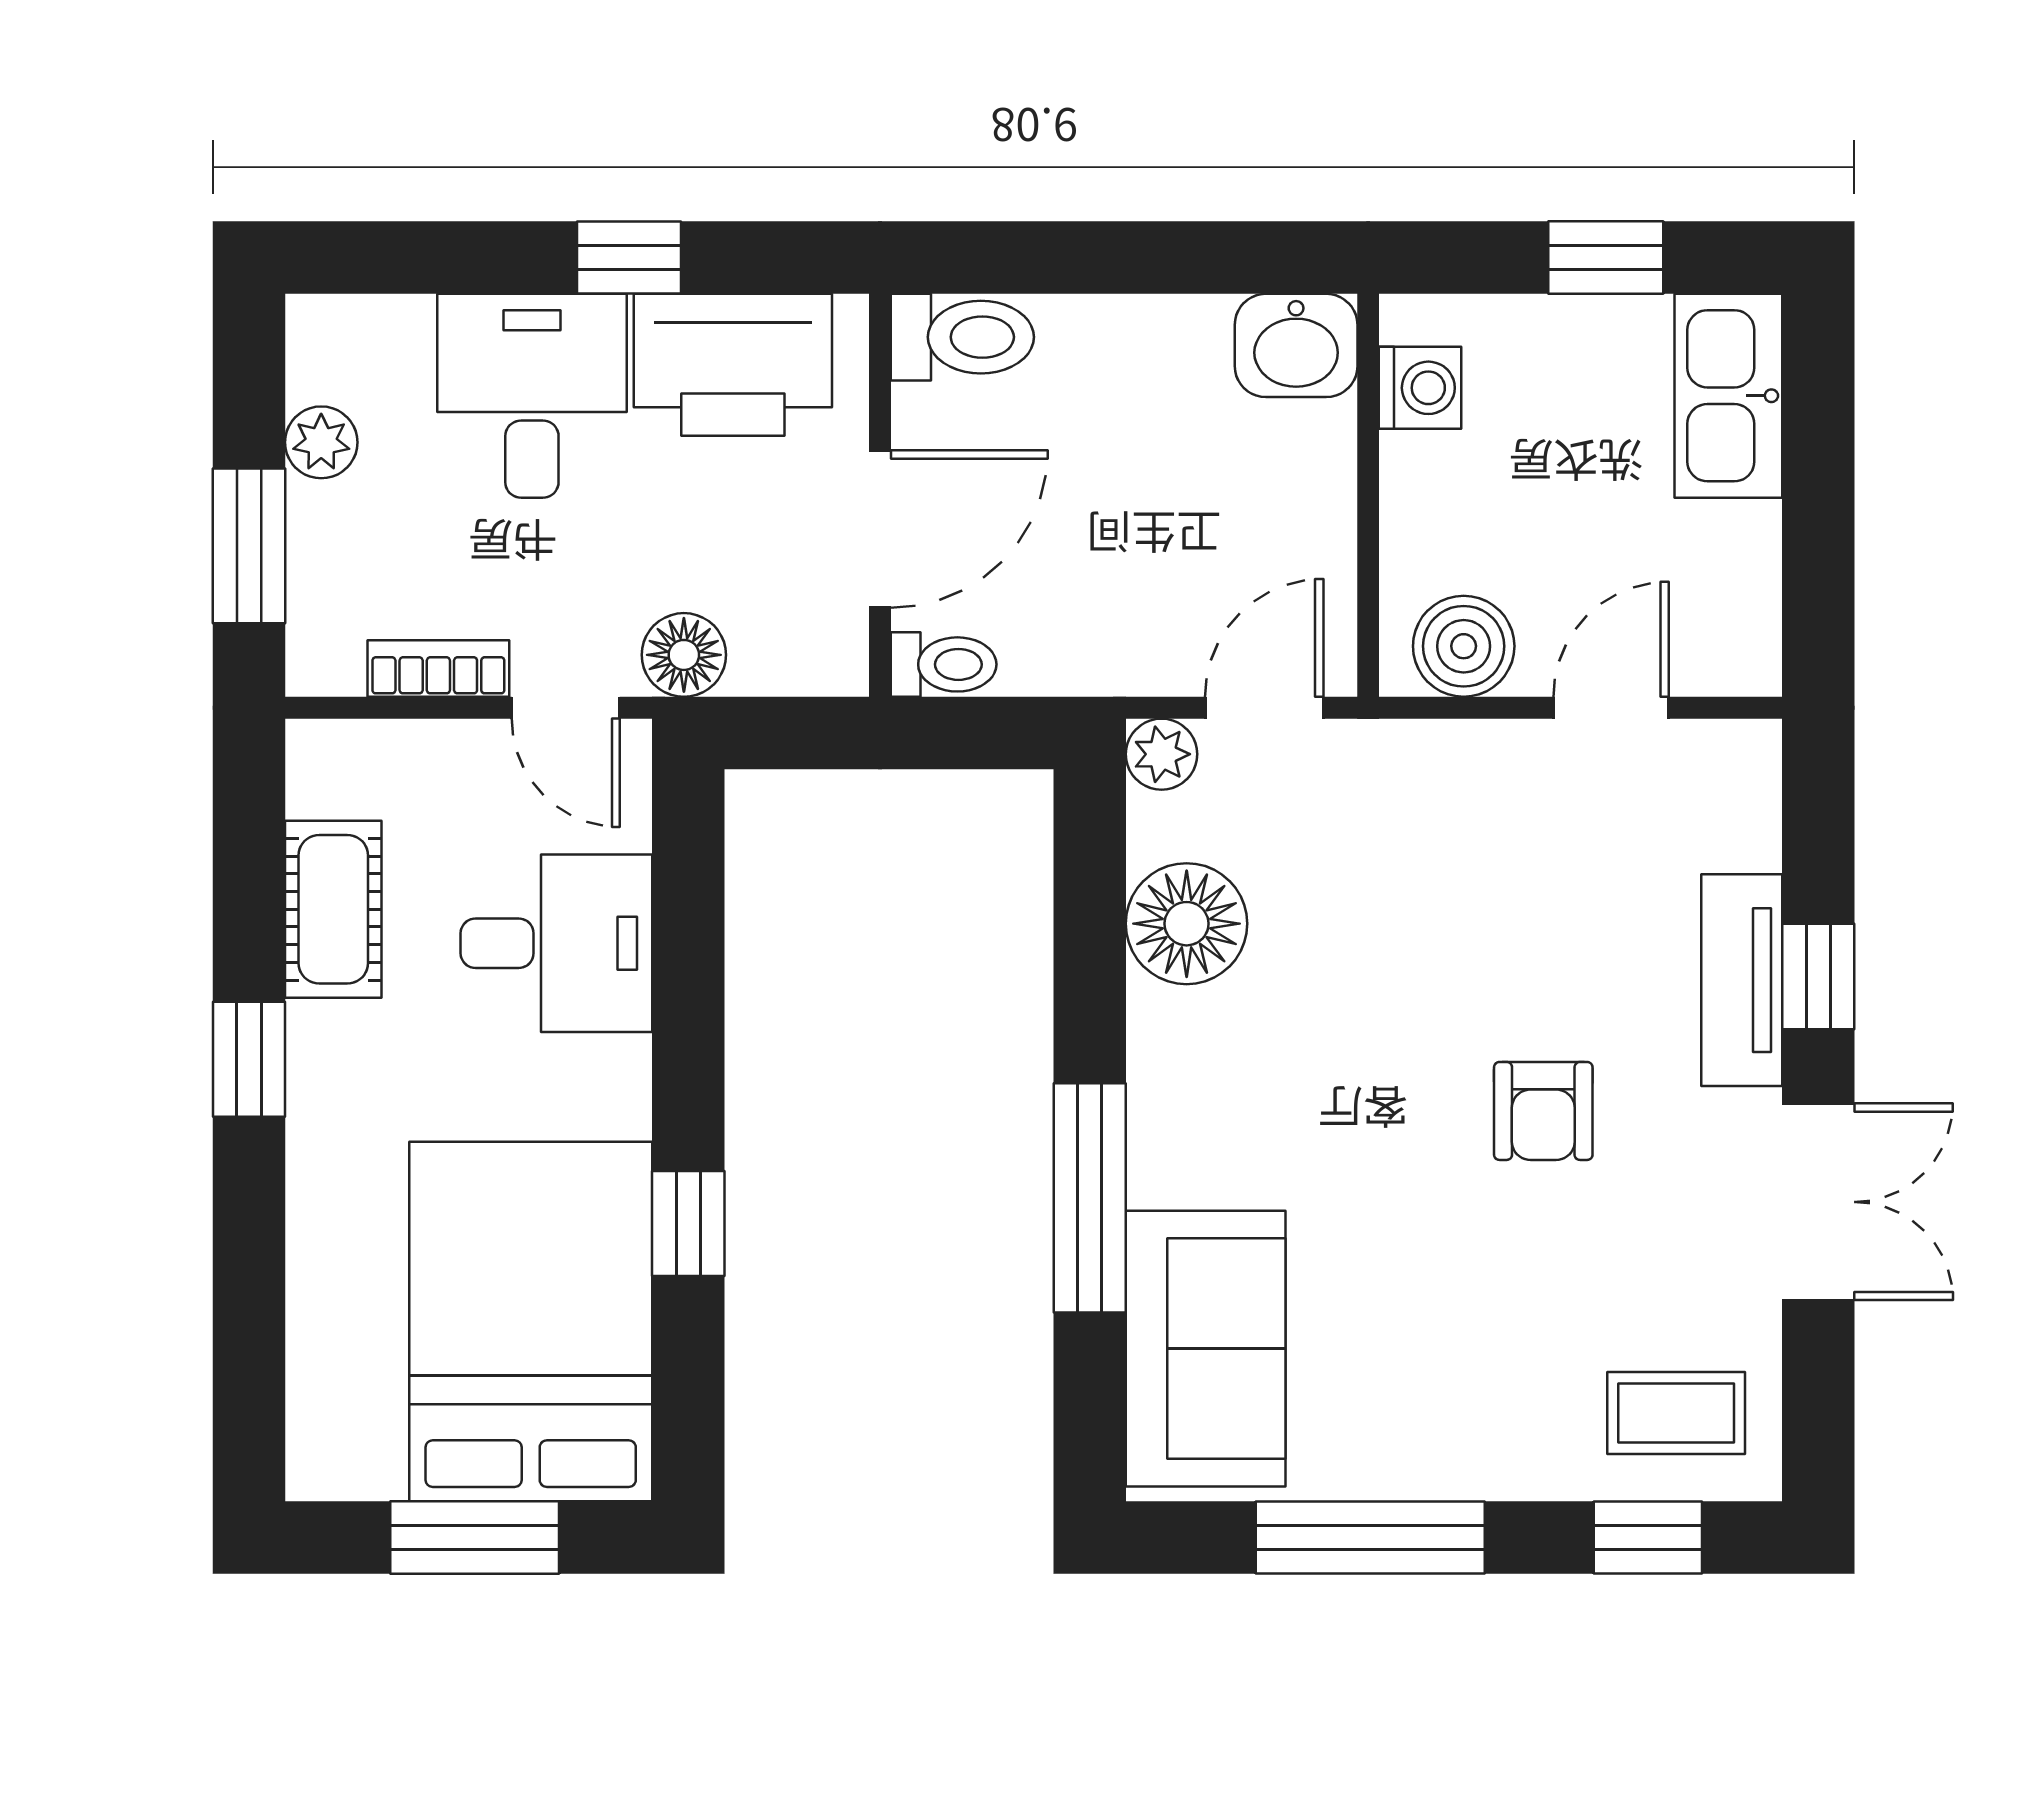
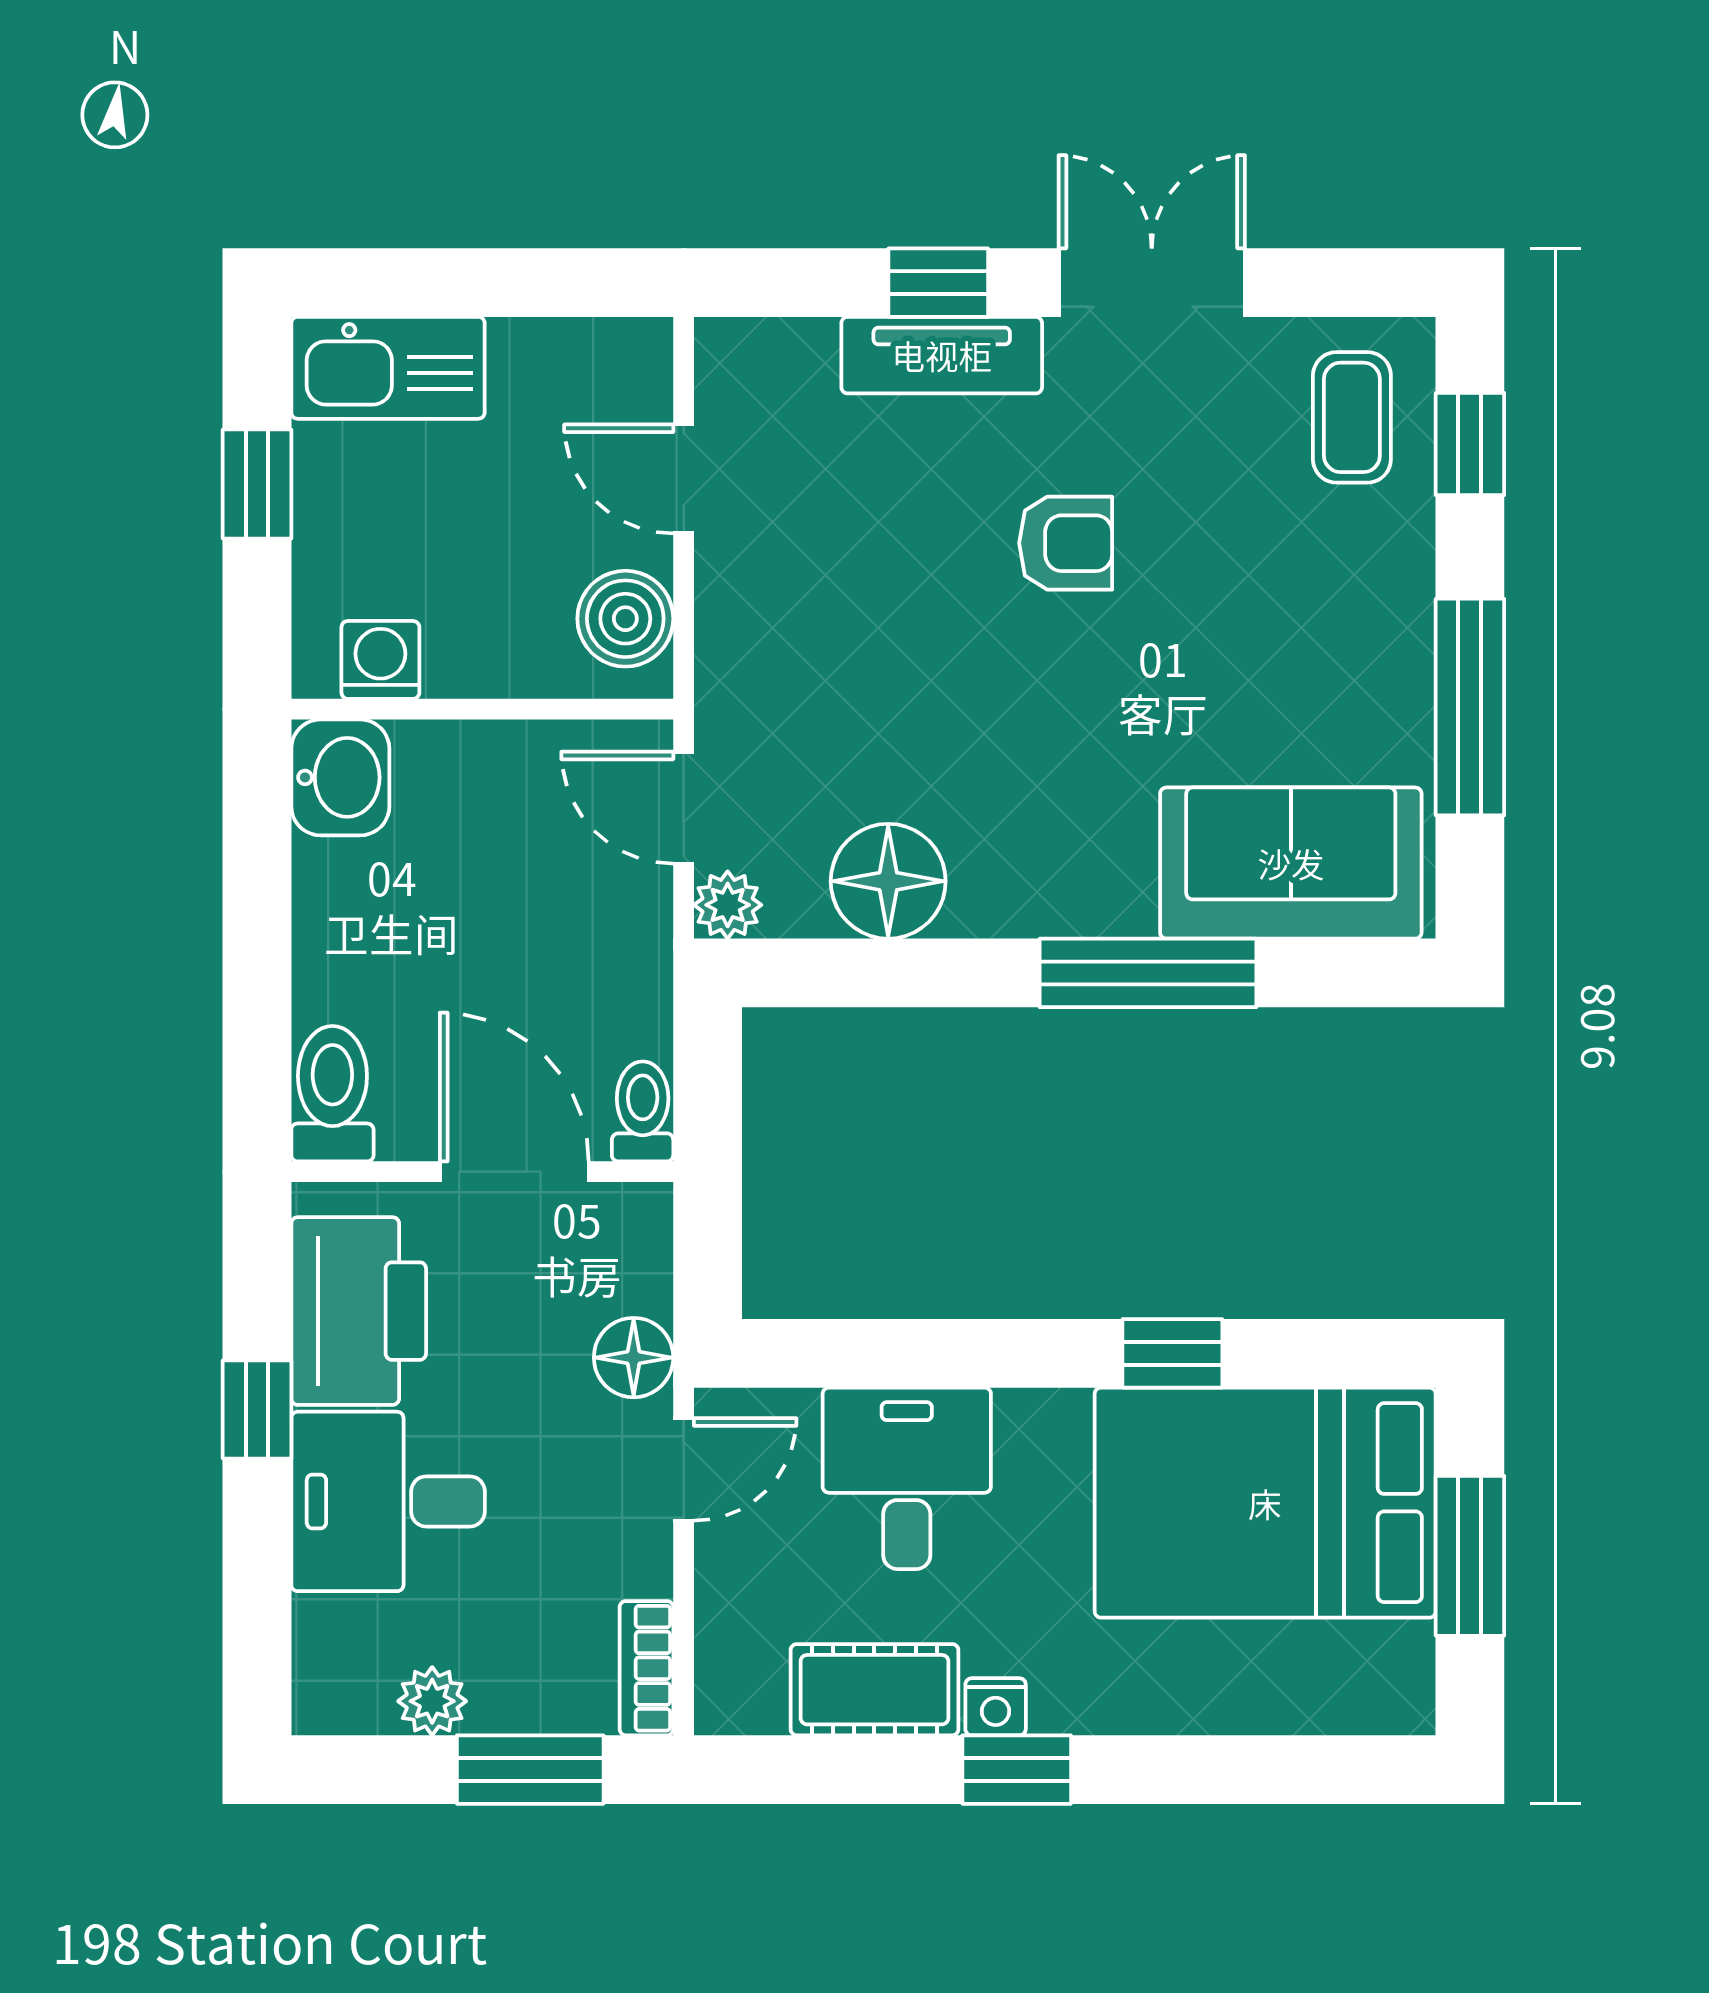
bookcase: (438, 669) -> (646, 1668), moved
nightstand: (315, 1037) -> (996, 1707), added

